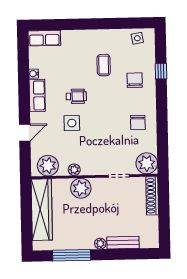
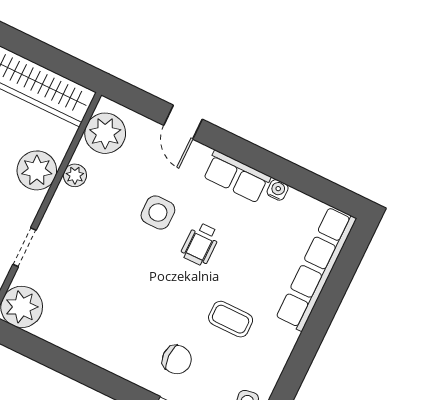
row of seats: (44, 38) -> (316, 269), width x2.02
chair: (138, 122) -> (101, 328), removed

